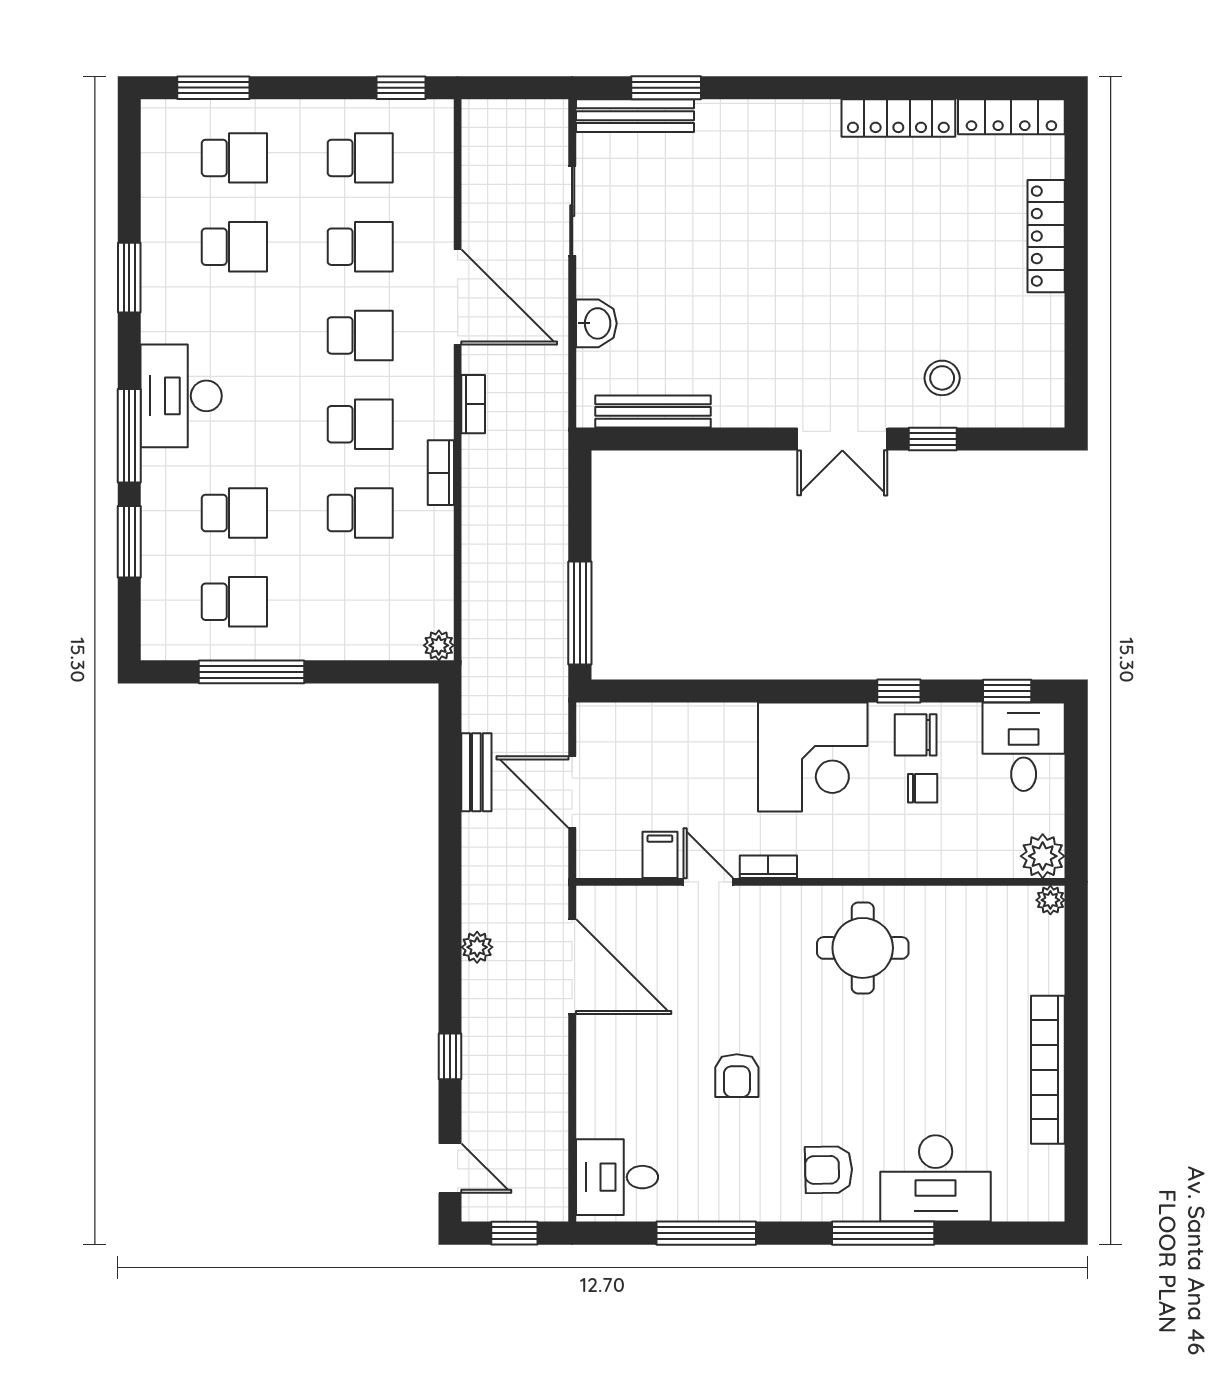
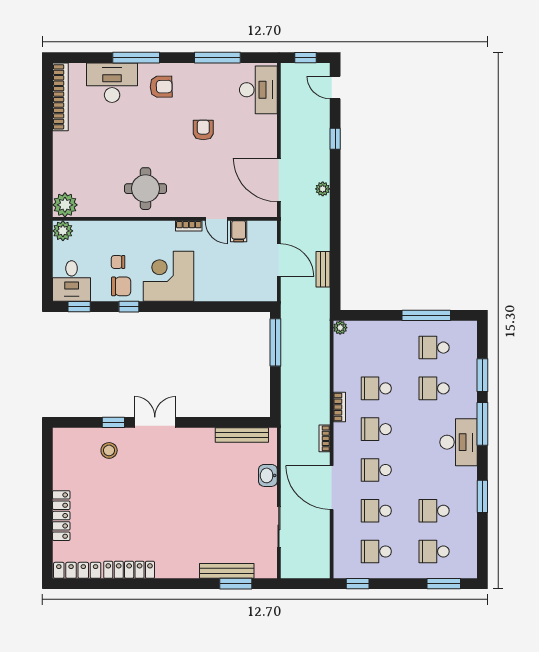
bench: (635, 116) -> (227, 571), moved
plant: (1050, 900) -> (65, 205), width x1.87, depth x1.87
bookcase: (1048, 1070) -> (60, 97), moved
desk: (617, 1177) -> (258, 90), width x1.37

